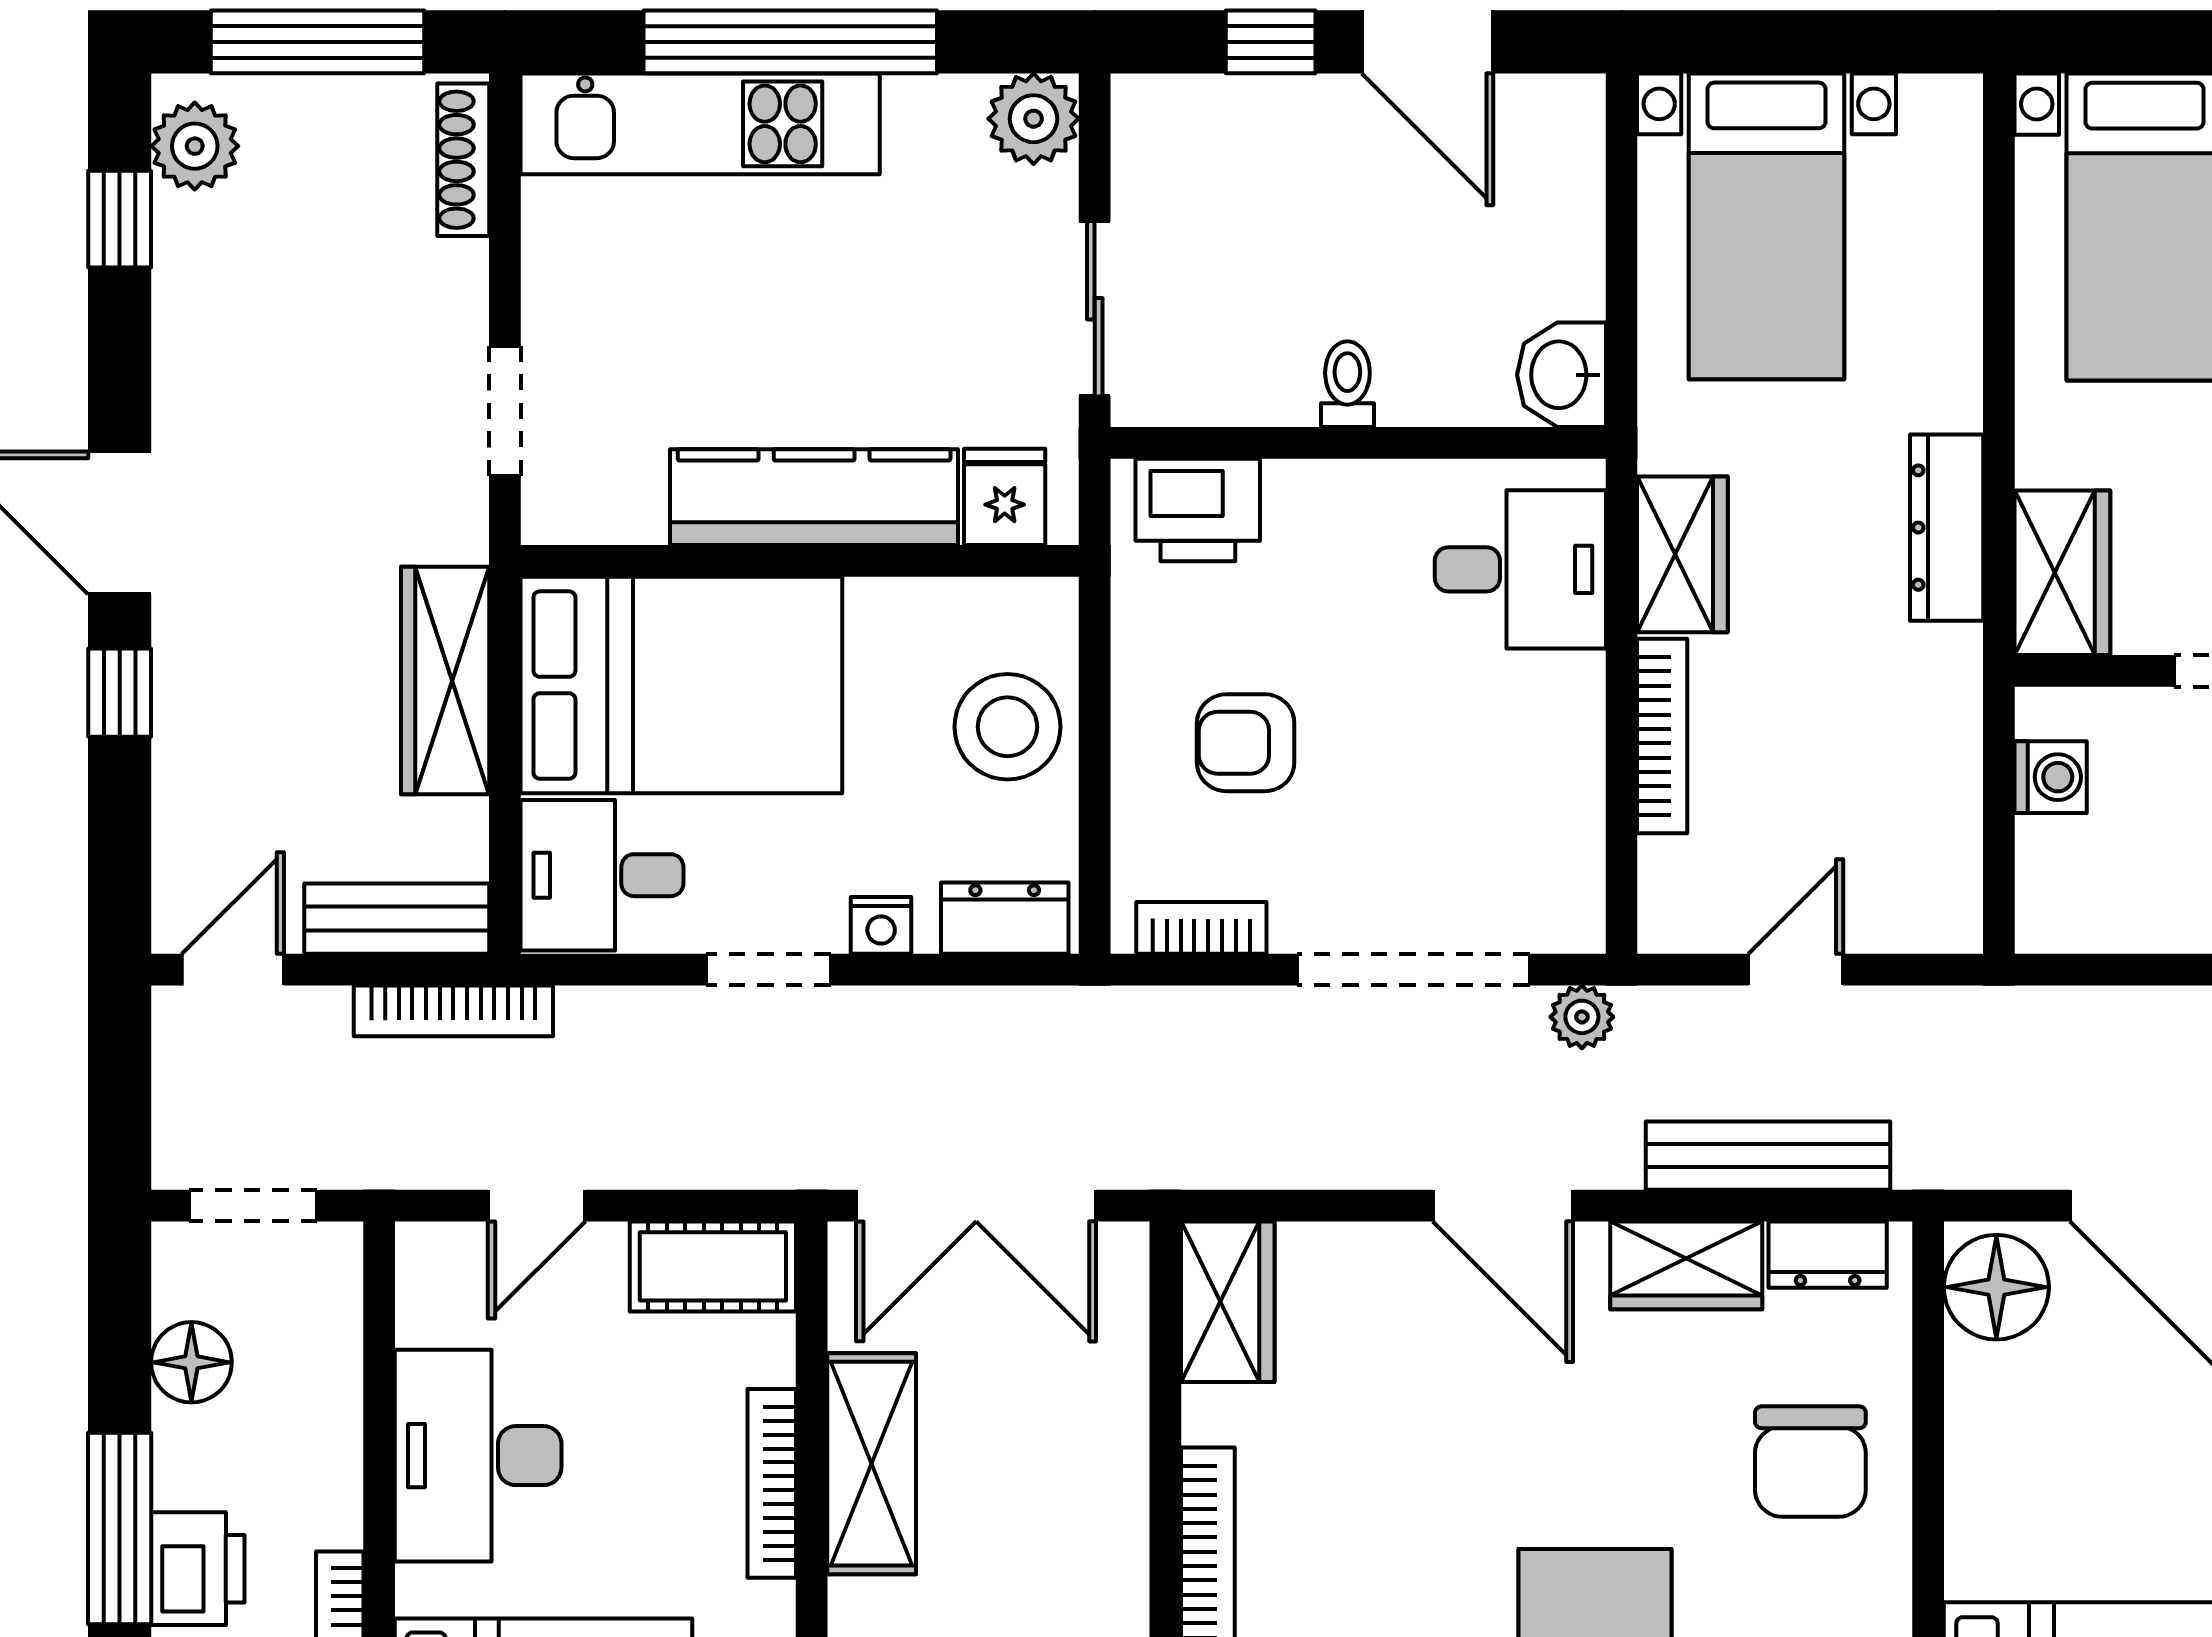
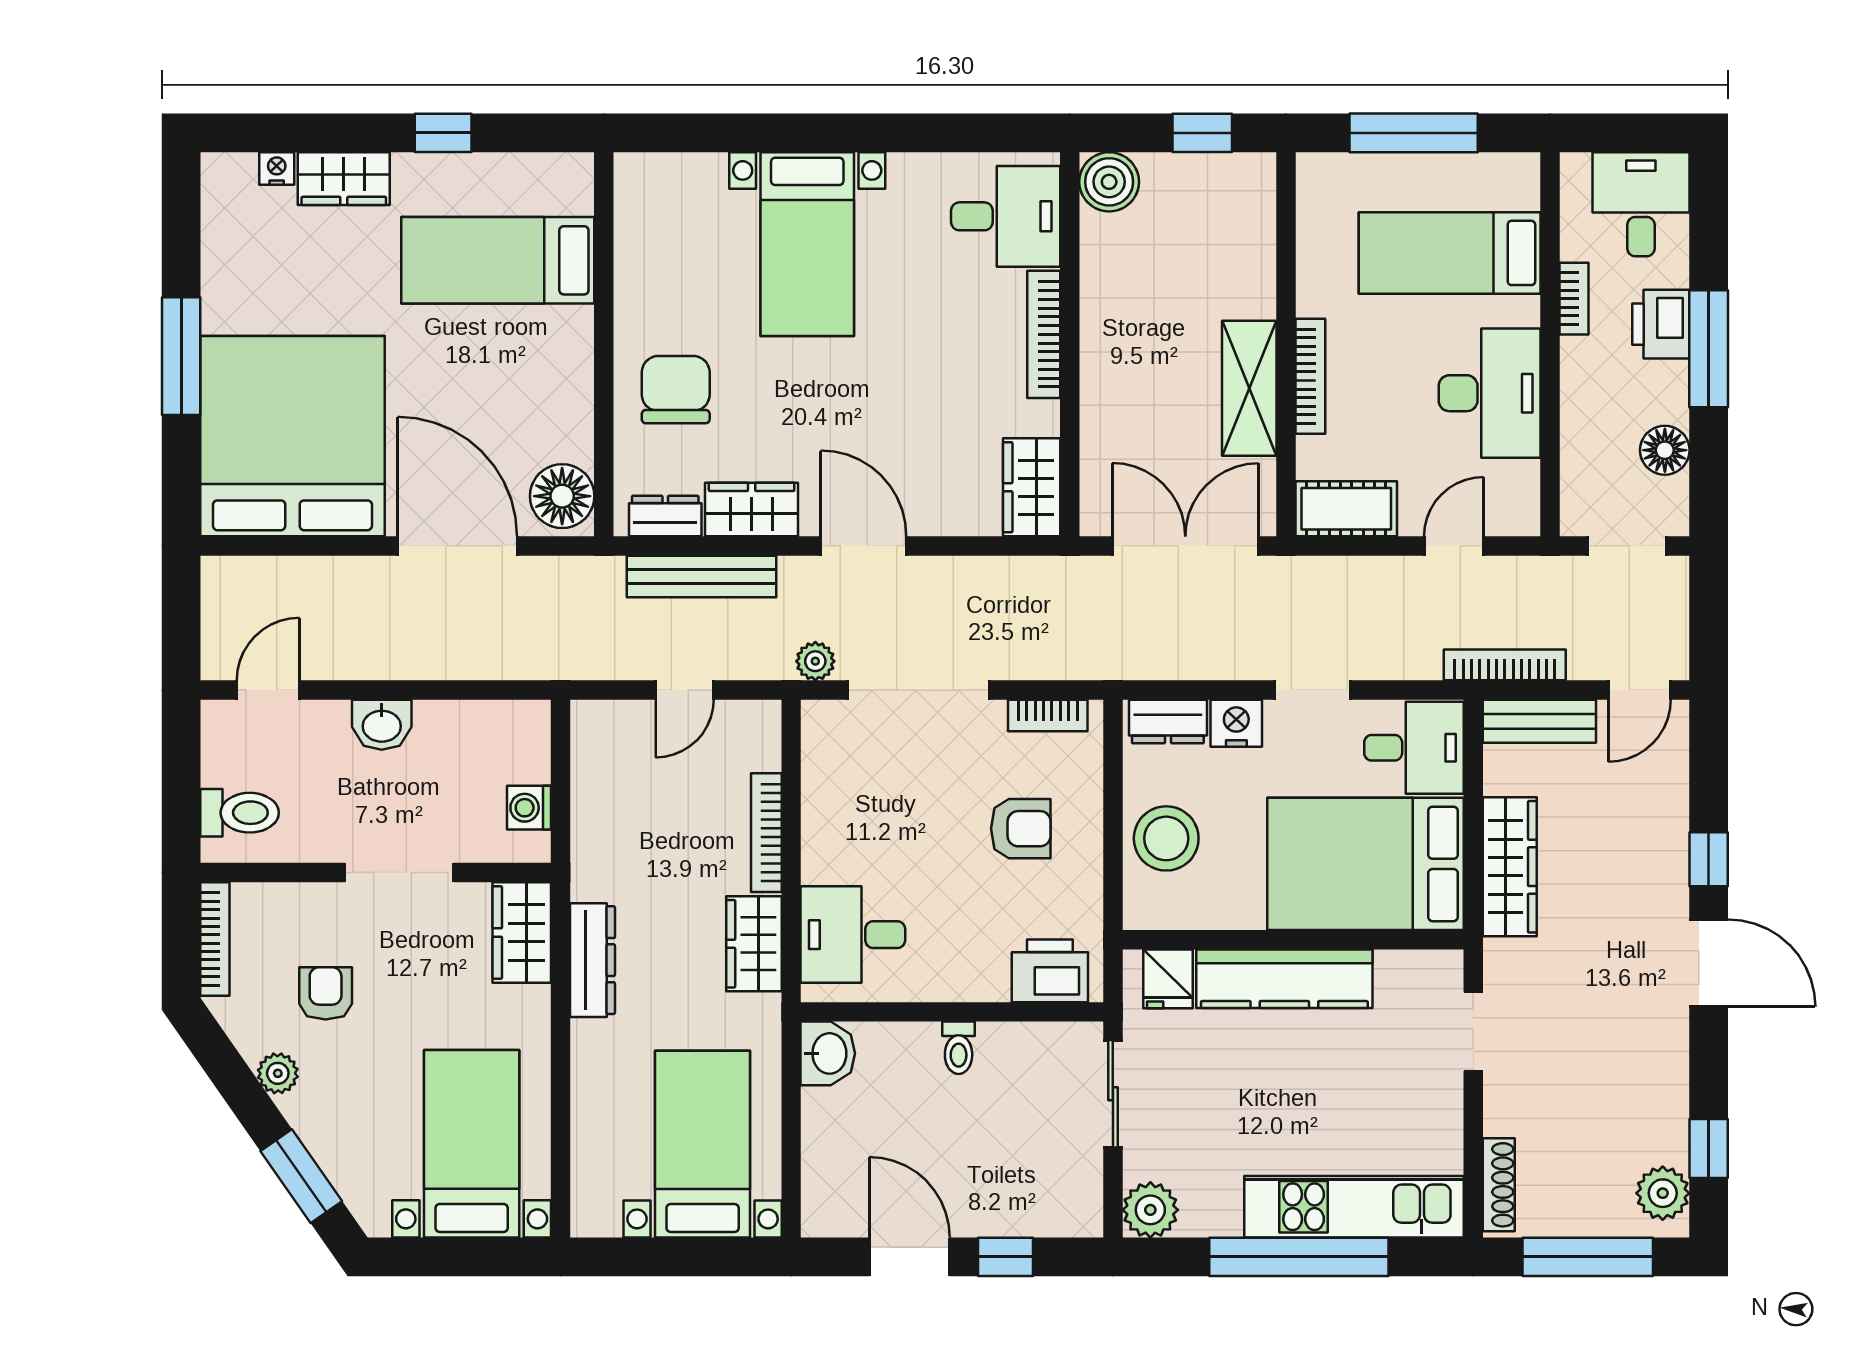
nightstand: (881, 925) -> (1236, 723), width x1.39, depth x1.35

